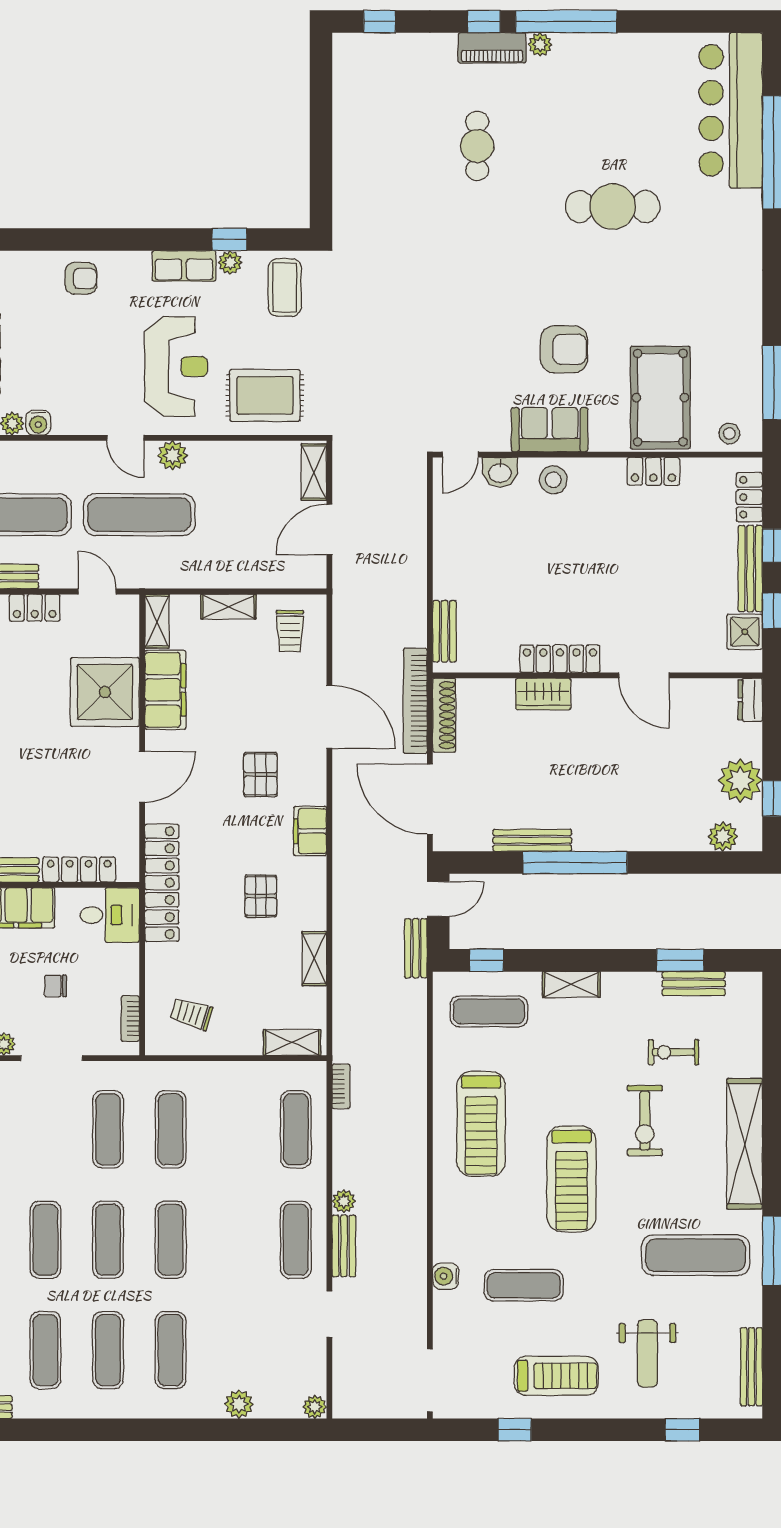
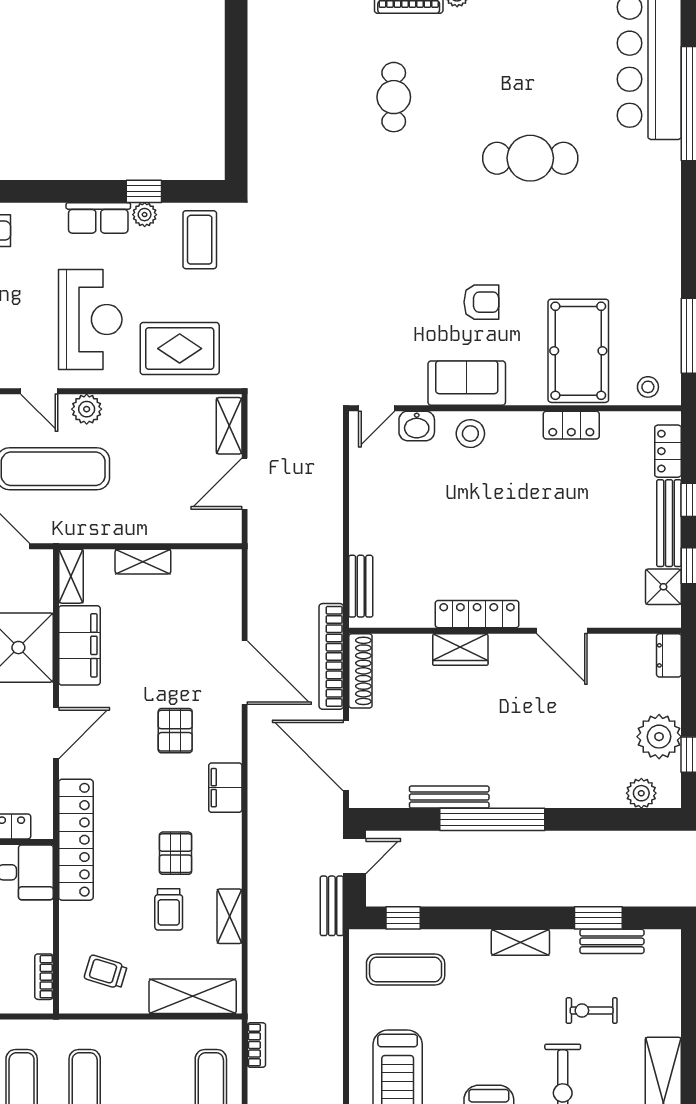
armchair: (564, 349) -> (481, 302), width x0.72, depth x0.72
trolley: (290, 631) -> (169, 909), moved
shelving: (571, 984) -> (520, 942), moved
shelving: (292, 1042) -> (193, 996), width x1.50, depth x1.33

